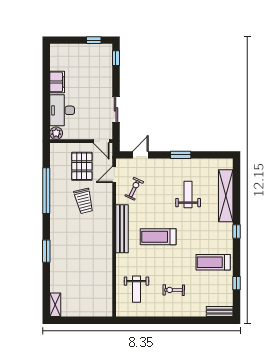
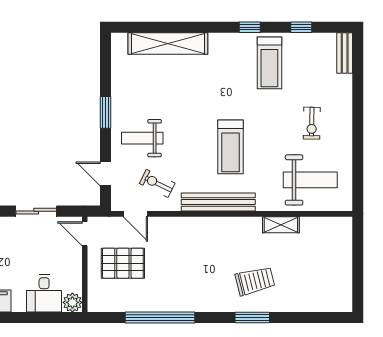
desk: (62, 110) -> (44, 293), width x0.73
door: (101, 141) -> (85, 234), swing flipped
weight bench: (188, 195) -> (142, 138), moved
trolley: (84, 201) -> (255, 281), moved
window: (237, 232) -> (250, 27), moved
weight bench: (136, 289) -> (310, 180), width x1.36, depth x1.33
shelving: (55, 305) -> (281, 225), moved

